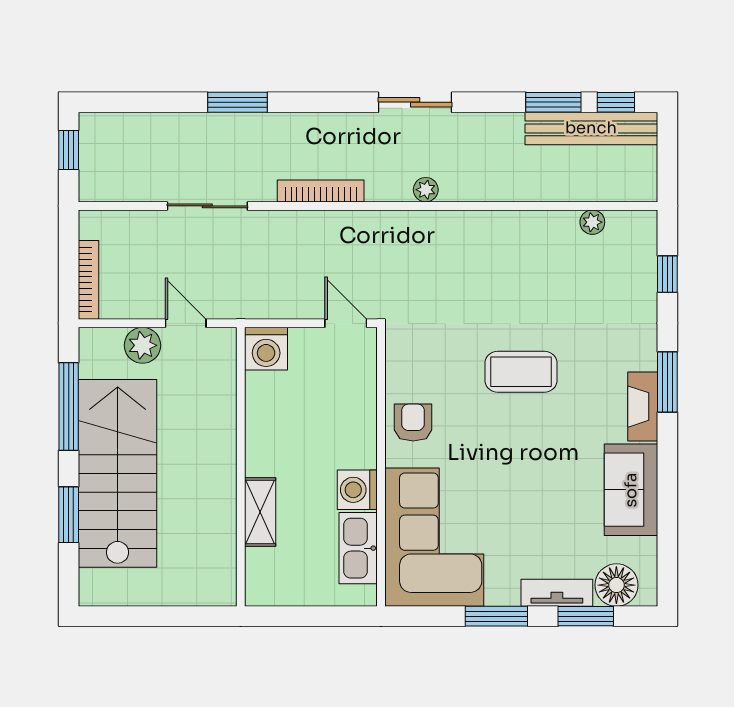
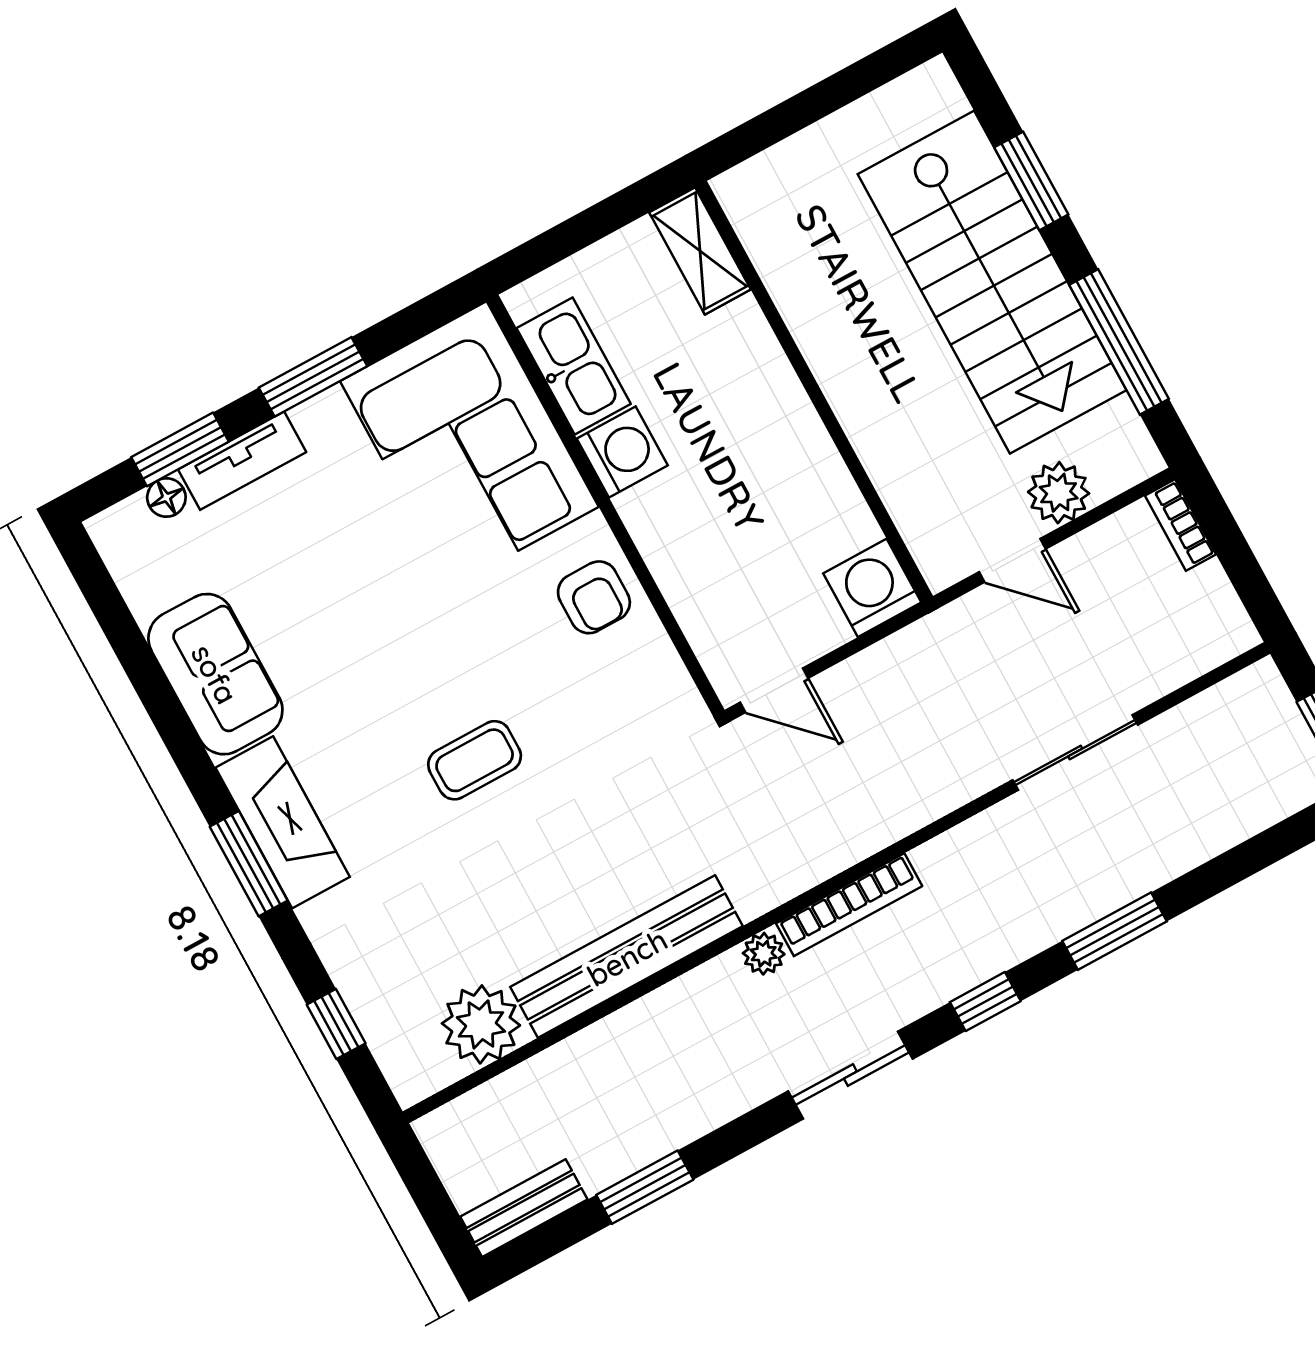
window: (616, 102) -> (985, 1002), moved
bench: (591, 128) -> (524, 1208), width x0.54, depth x0.82
bookcase: (321, 191) -> (849, 905), moved
plant: (592, 222) -> (481, 1024), width x1.87, depth x1.87
bench: (498, 227) -> (627, 957), added
bookcase: (88, 280) -> (1180, 525), width x0.64
coffee table: (521, 372) -> (475, 760), width x0.73, depth x0.77
fireplace: (643, 407) -> (283, 822), width x1.37, depth x1.32
shelving: (260, 512) -> (700, 251), moved
floor lamp: (616, 585) -> (166, 497), width x0.53, depth x0.53

